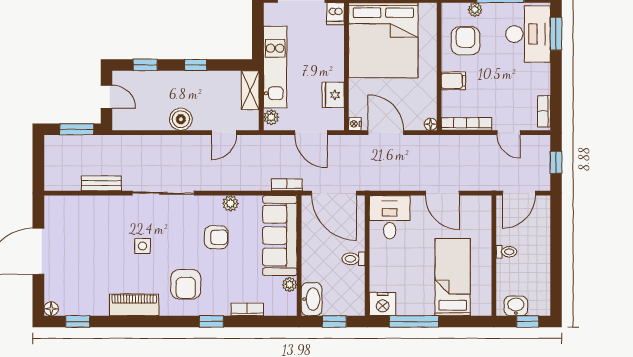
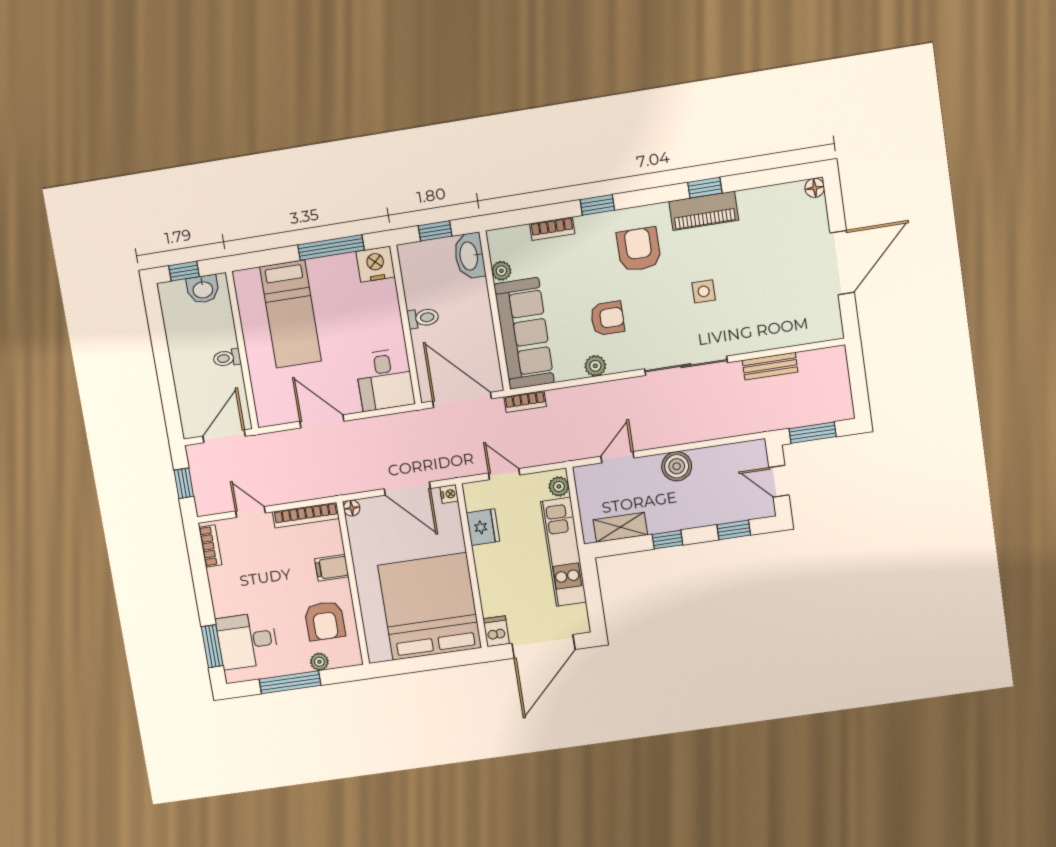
desk: (528, 34) -> (247, 641), width x0.73
shelving: (250, 90) -> (620, 527), moved, turned 90
door: (311, 133) -> (504, 474), width x0.73
armchair: (216, 237) -> (607, 318), turned 180
window: (78, 321) -> (705, 188), moved

